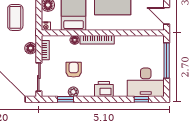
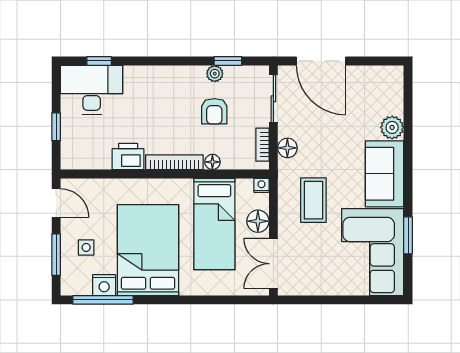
window: (167, 61) -> (56, 127), width x0.46
printer: (104, 89) -> (128, 156), moved, turned 180

